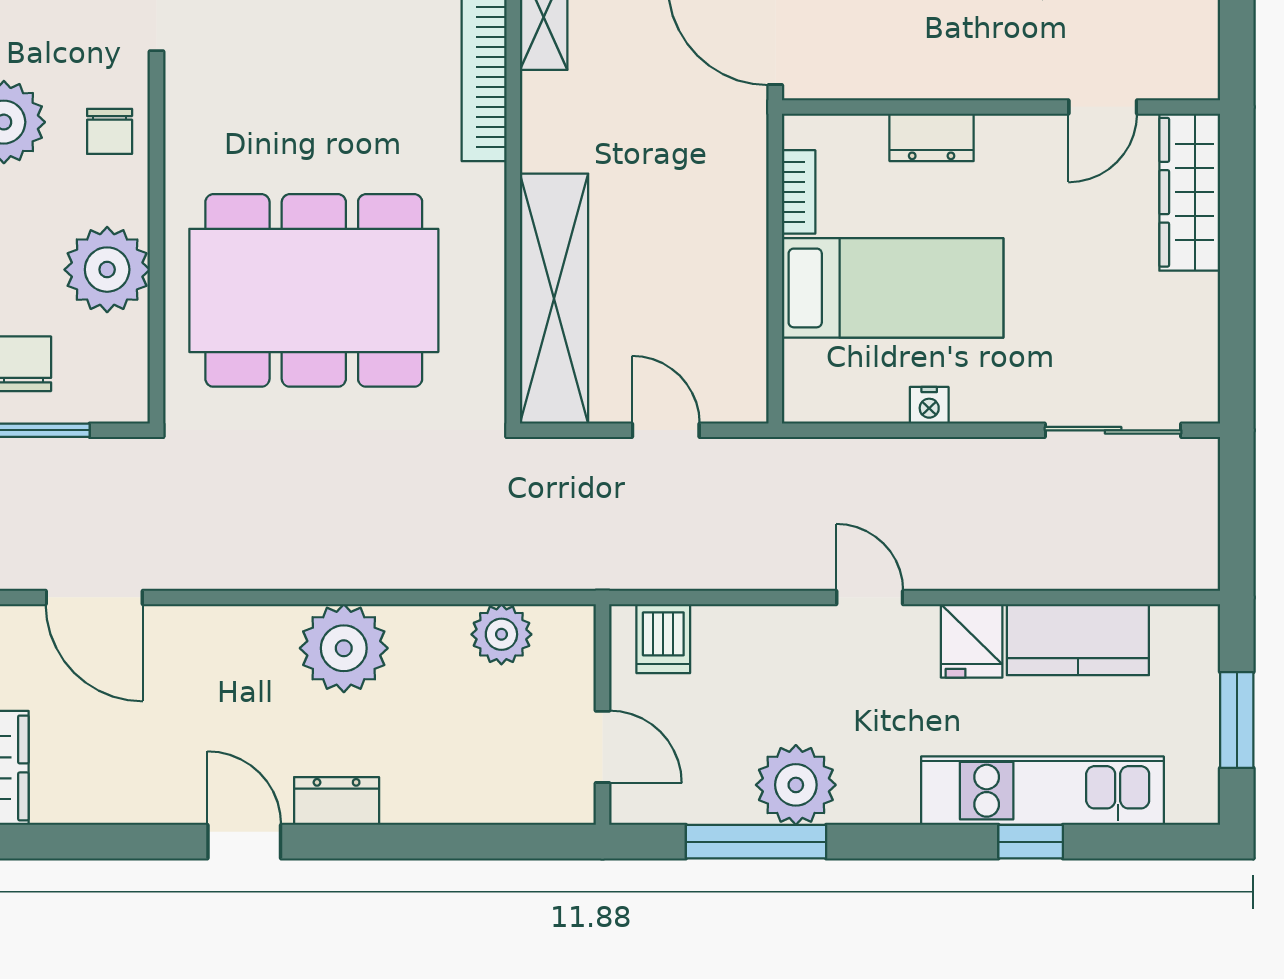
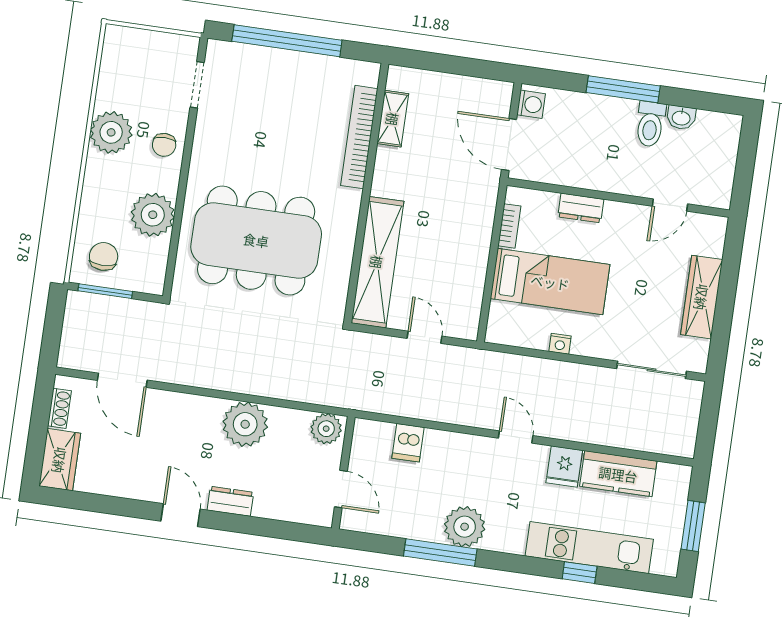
wardrobe: (1190, 192) -> (702, 297), moved
wall: (602, 715) -> (343, 473), moved
door: (602, 747) -> (341, 489), moved

